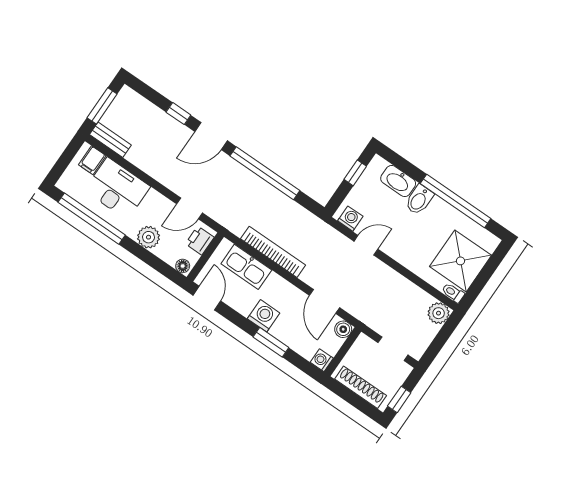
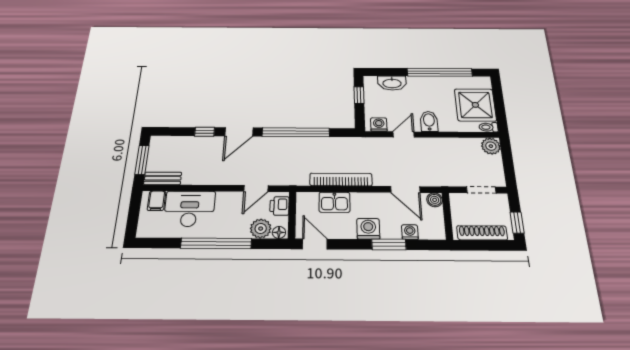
bidet: (419, 200) -> (429, 121), moved, turned 180
window: (92, 219) -> (216, 243), moved
plant: (149, 237) -> (261, 229), moved
kitchen sink: (246, 267) -> (334, 202), width x0.73
washing machine: (322, 360) -> (410, 232), moved, turned 90

